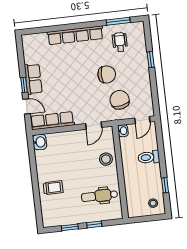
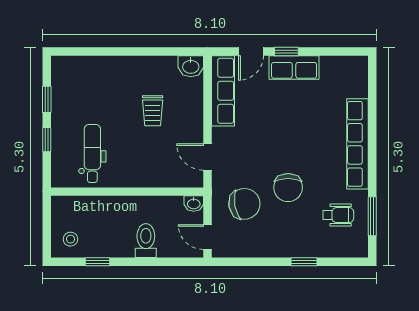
stool: (106, 159) -> (151, 171), removed
trolley: (53, 188) -> (153, 111), moved

